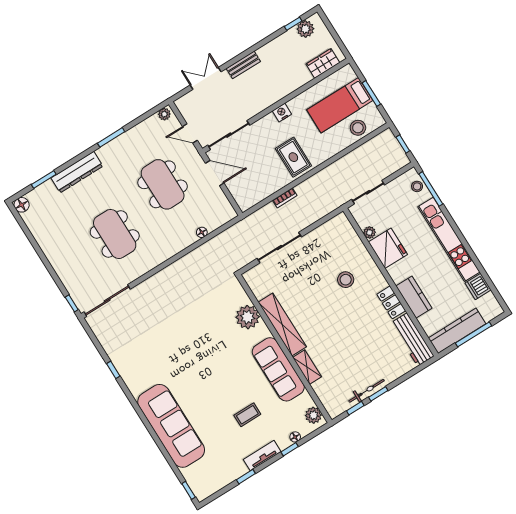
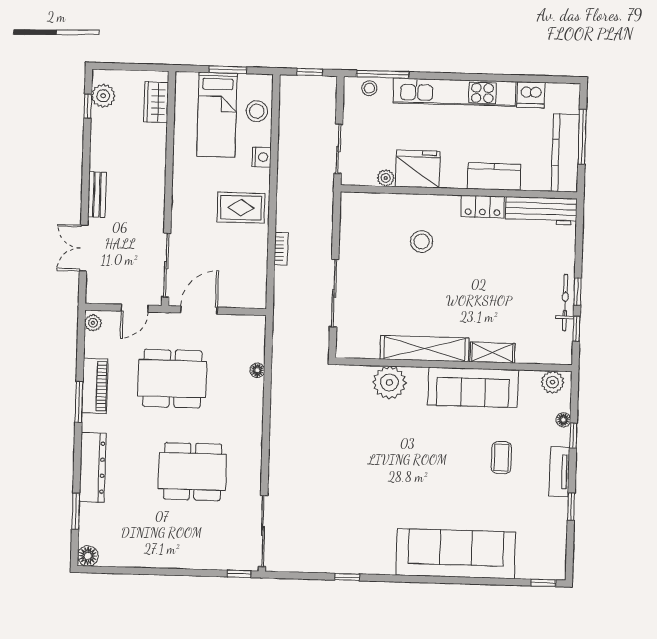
nightstand: (282, 113) -> (262, 157), moved, turned 180
piano: (127, 141) -> (95, 386), added

